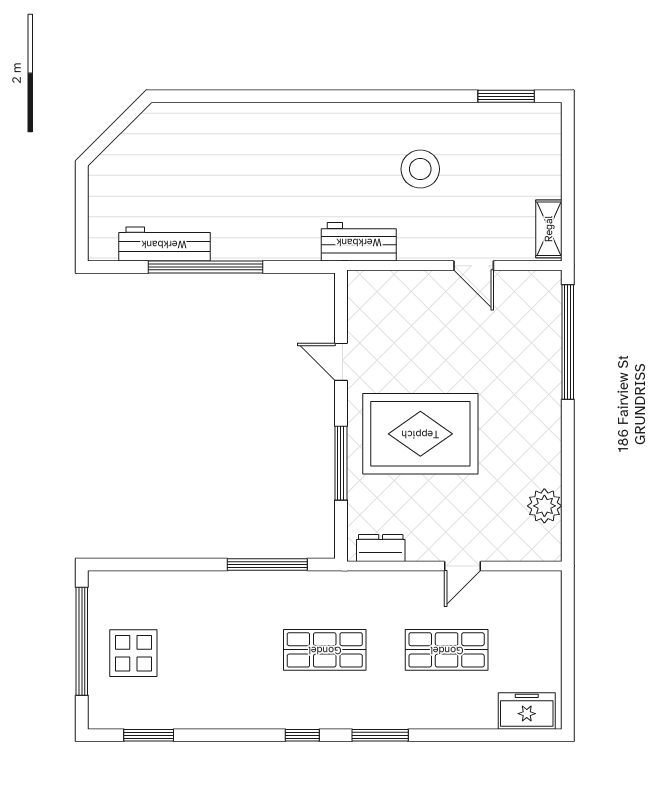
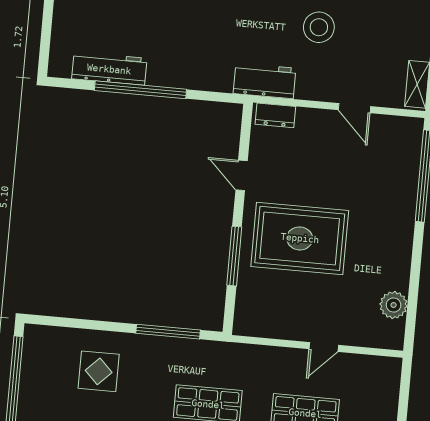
dresser: (381, 548) -> (275, 115), moved, turned 180
display table: (133, 653) -> (99, 371), moved

